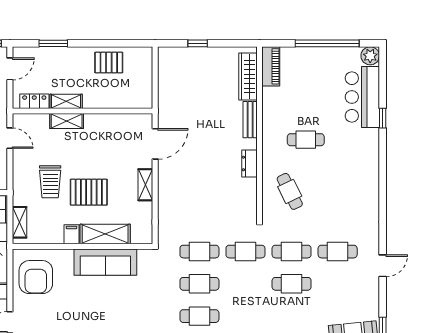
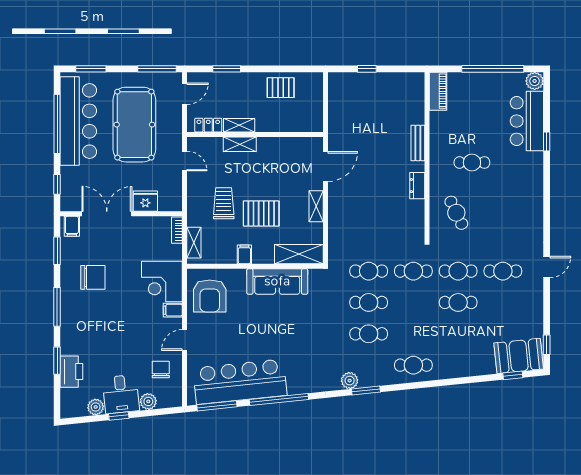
wardrobe: (248, 77) -> (416, 101), removed
trolley: (50, 182) -> (224, 203), turned 180
shelving: (105, 234) -> (299, 254), moved
door: (383, 266) -> (547, 267), moved

